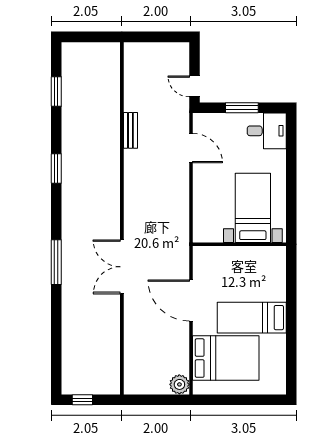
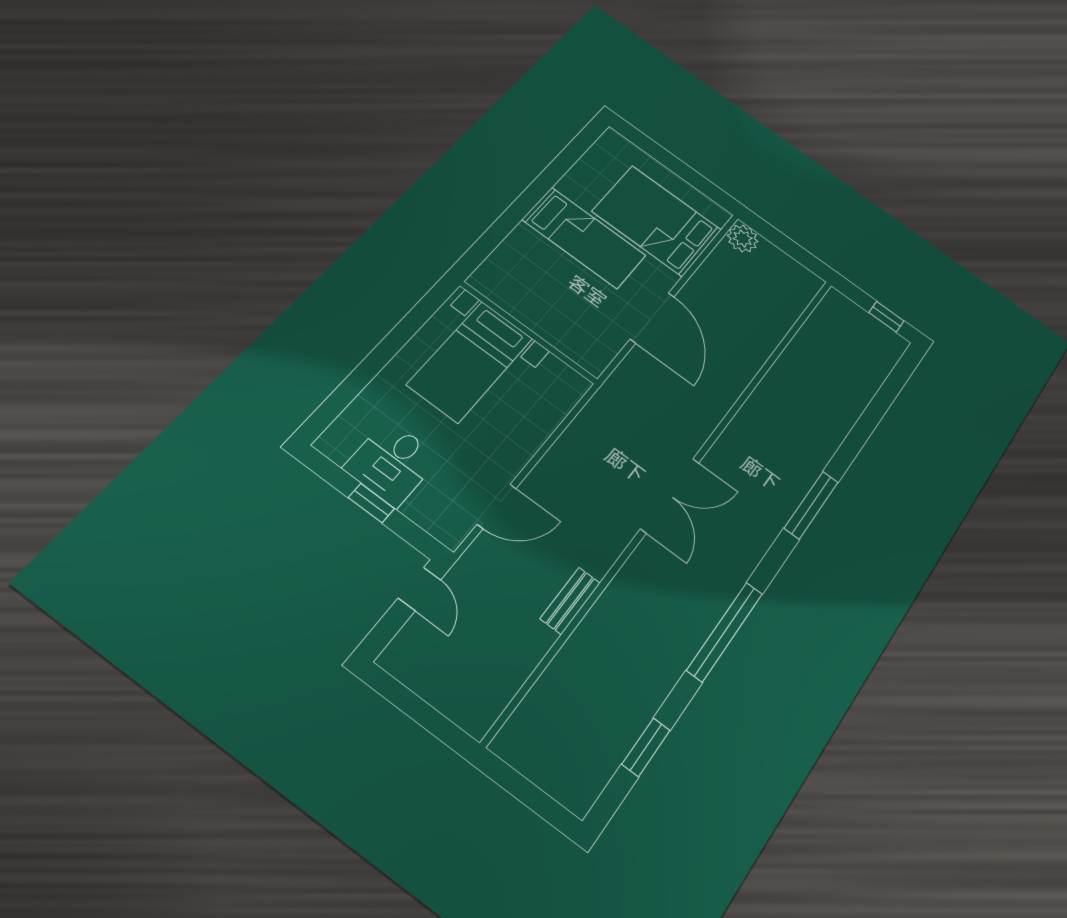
window: (242, 108) -> (371, 503), width x0.67
desk: (267, 131) -> (392, 463), moved, turned -90
door: (191, 148) -> (497, 506), swing flipped
window: (56, 169) -> (725, 632), width x2.11
double door: (122, 267) -> (670, 496), moved

